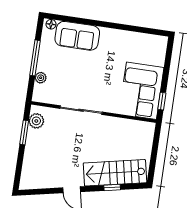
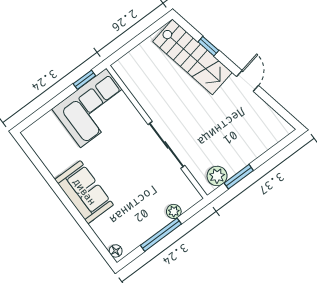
sofa: (77, 36) -> (84, 192), moved

